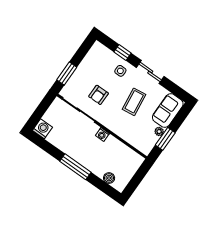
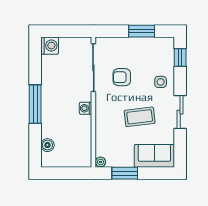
window: (122, 52) -> (180, 58), moved
window: (67, 73) -> (142, 31), moved
plant: (159, 131) -> (101, 162), moved

